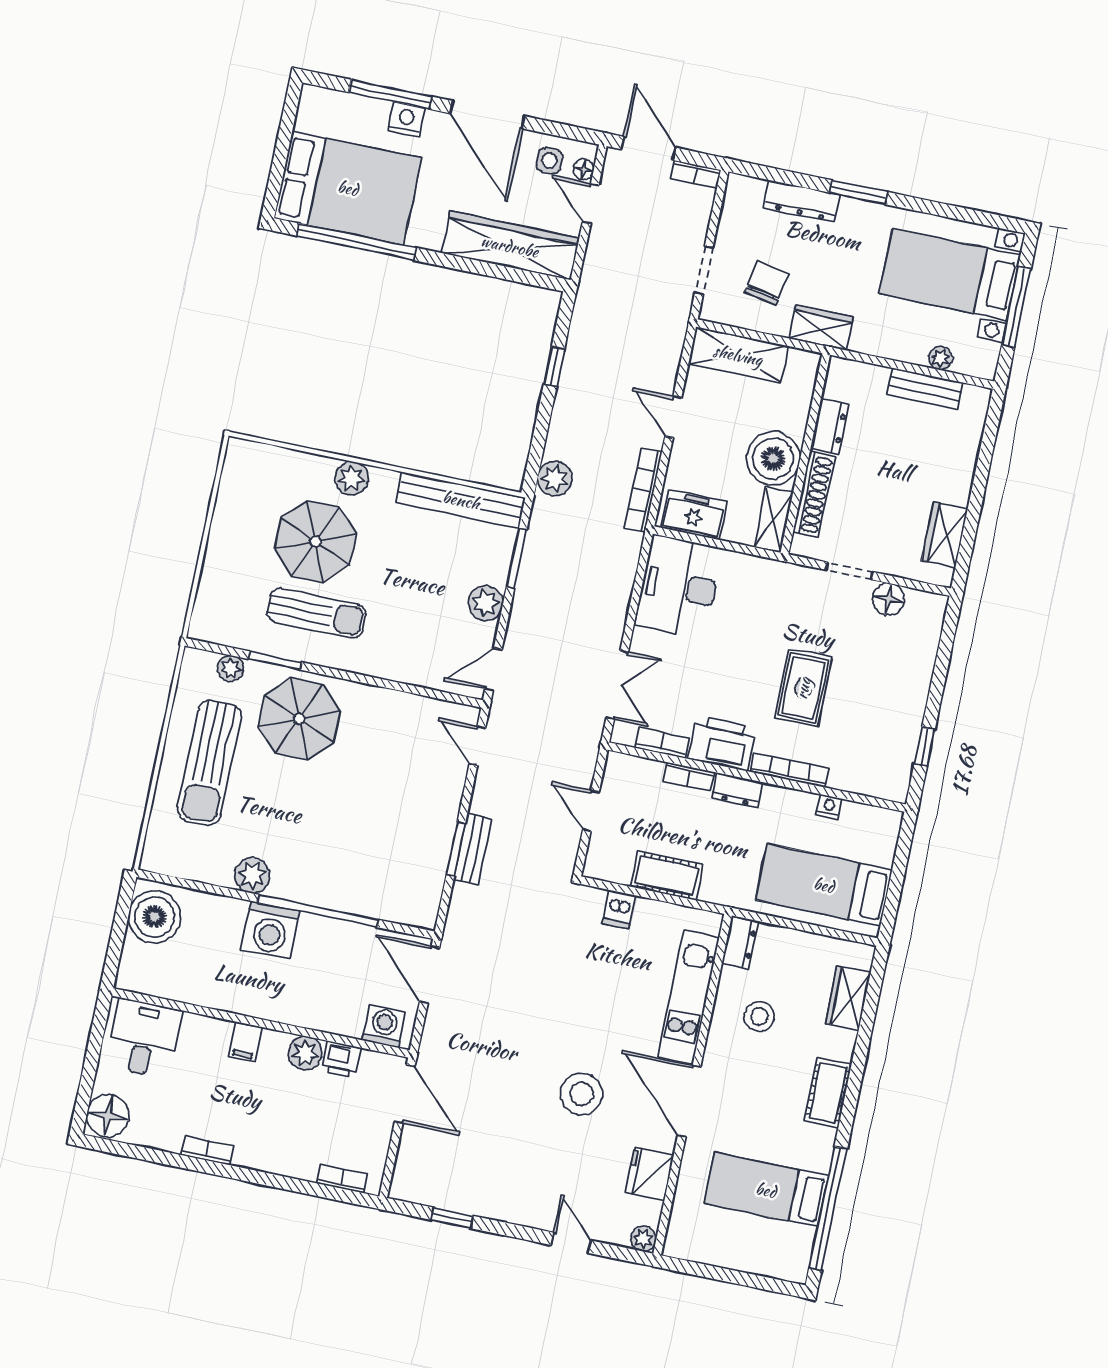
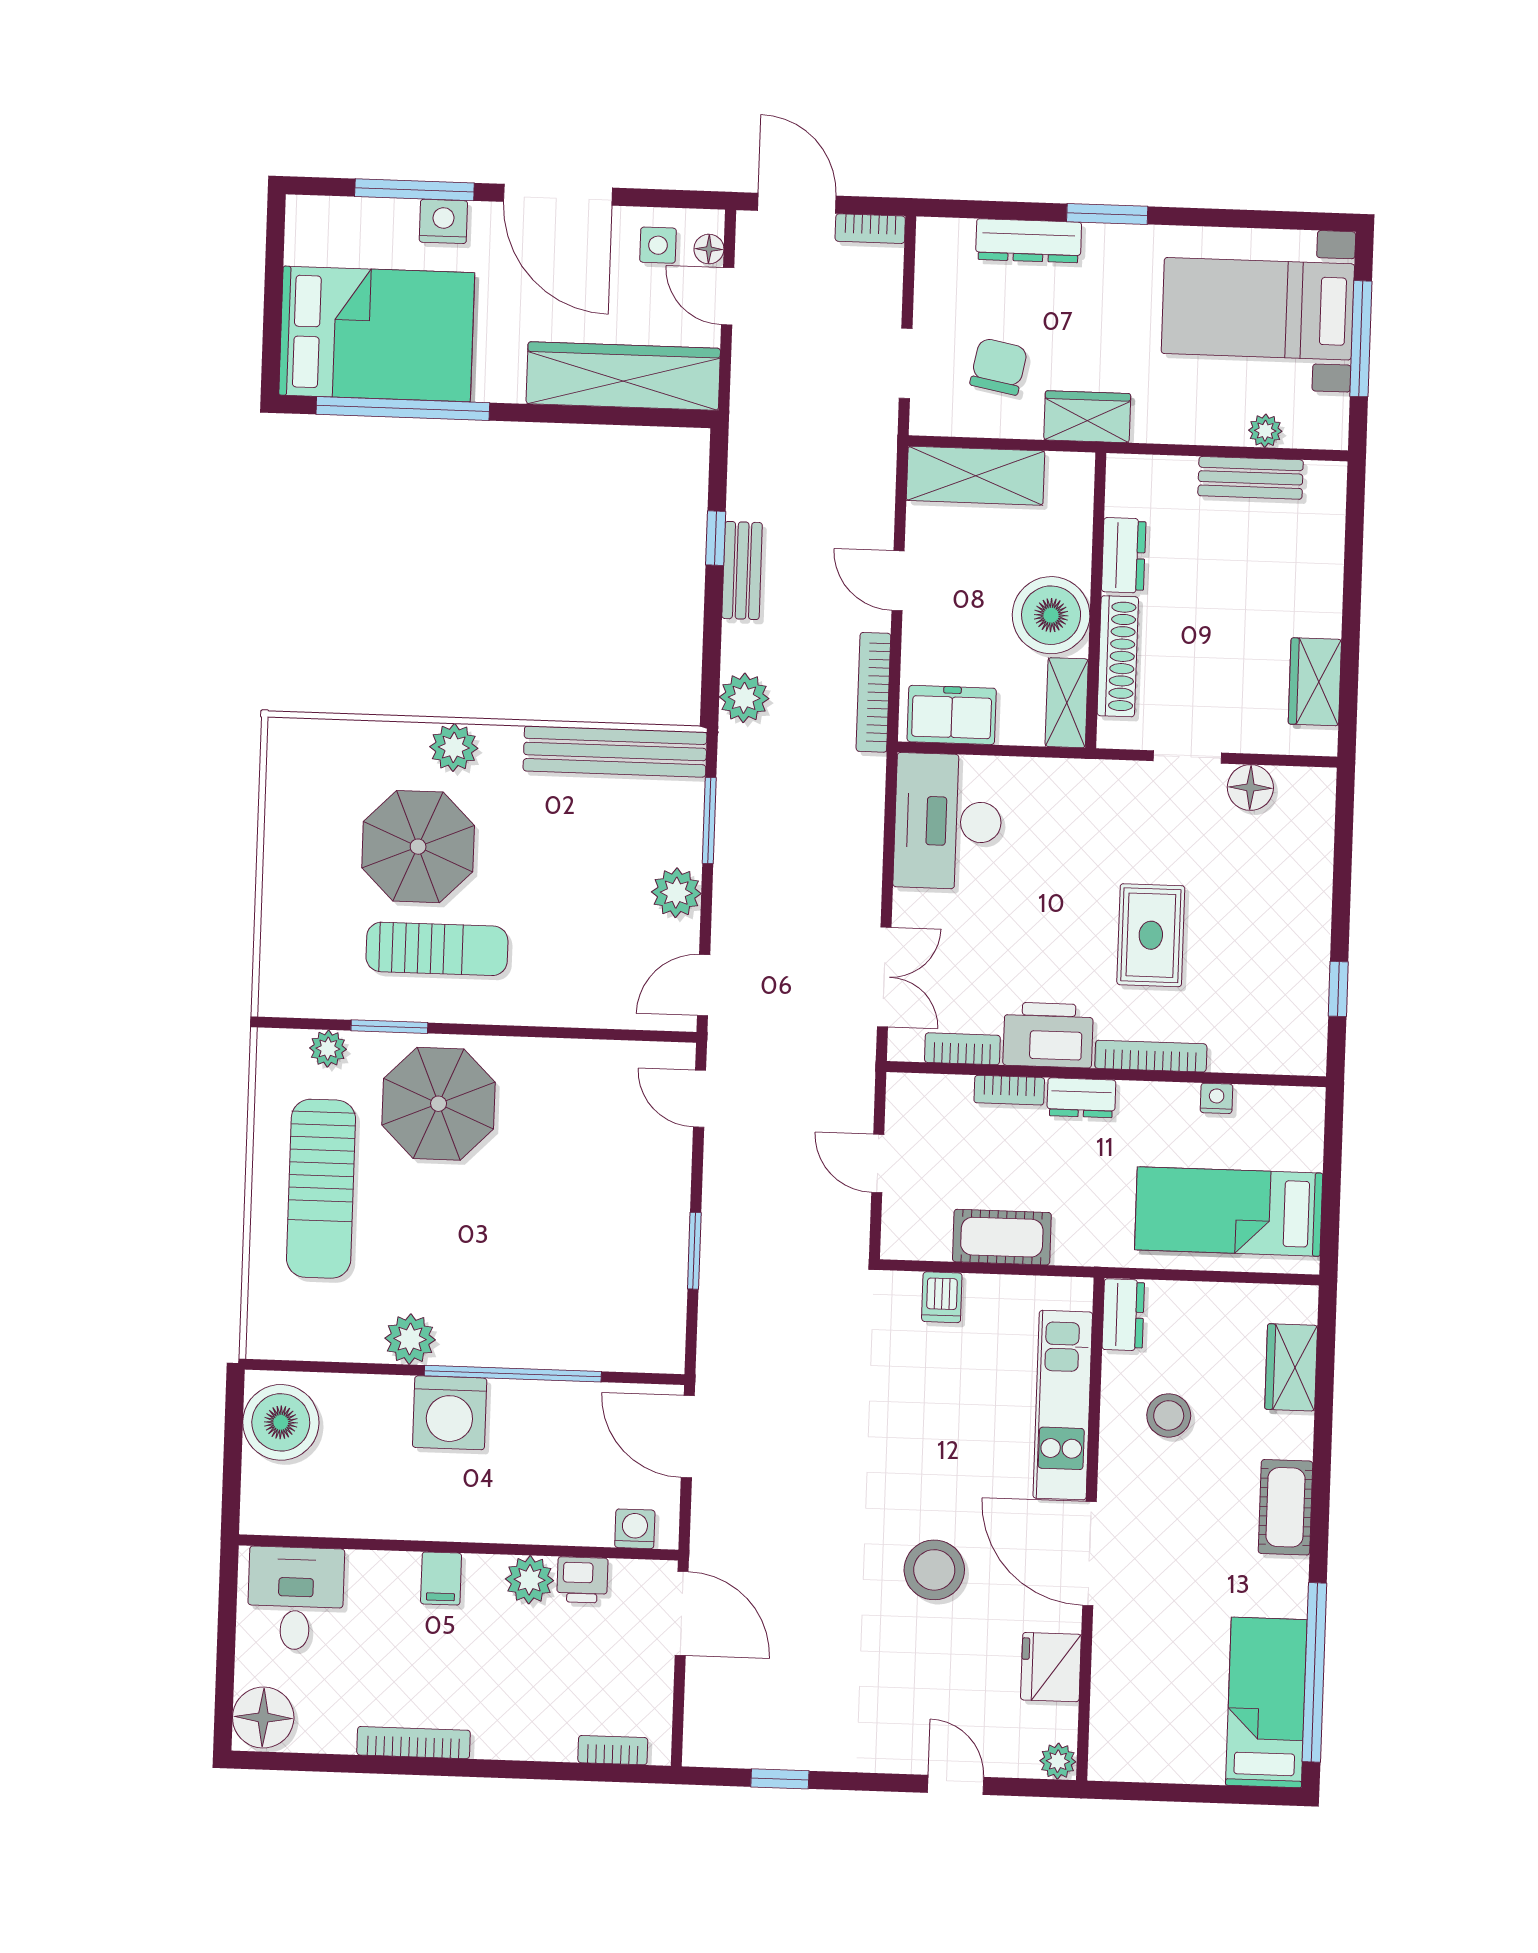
bench: (473, 849) -> (742, 571), moved
washing machine: (384, 1026) -> (635, 1529), width x0.73, depth x0.73
bookcase: (207, 1150) -> (414, 1743), width x1.56
bed: (766, 1190) -> (1266, 1702), moved, turned 90

